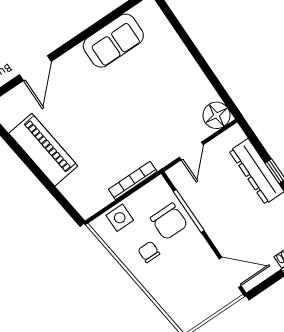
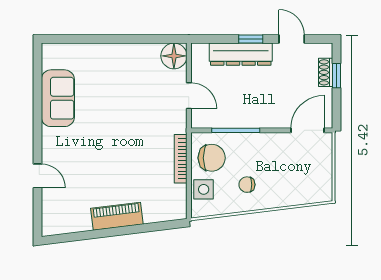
door: (35, 68) -> (37, 176), width x0.73
piano: (43, 150) -> (117, 216), width x0.73, depth x0.75
chair: (169, 221) -> (212, 158), moved

